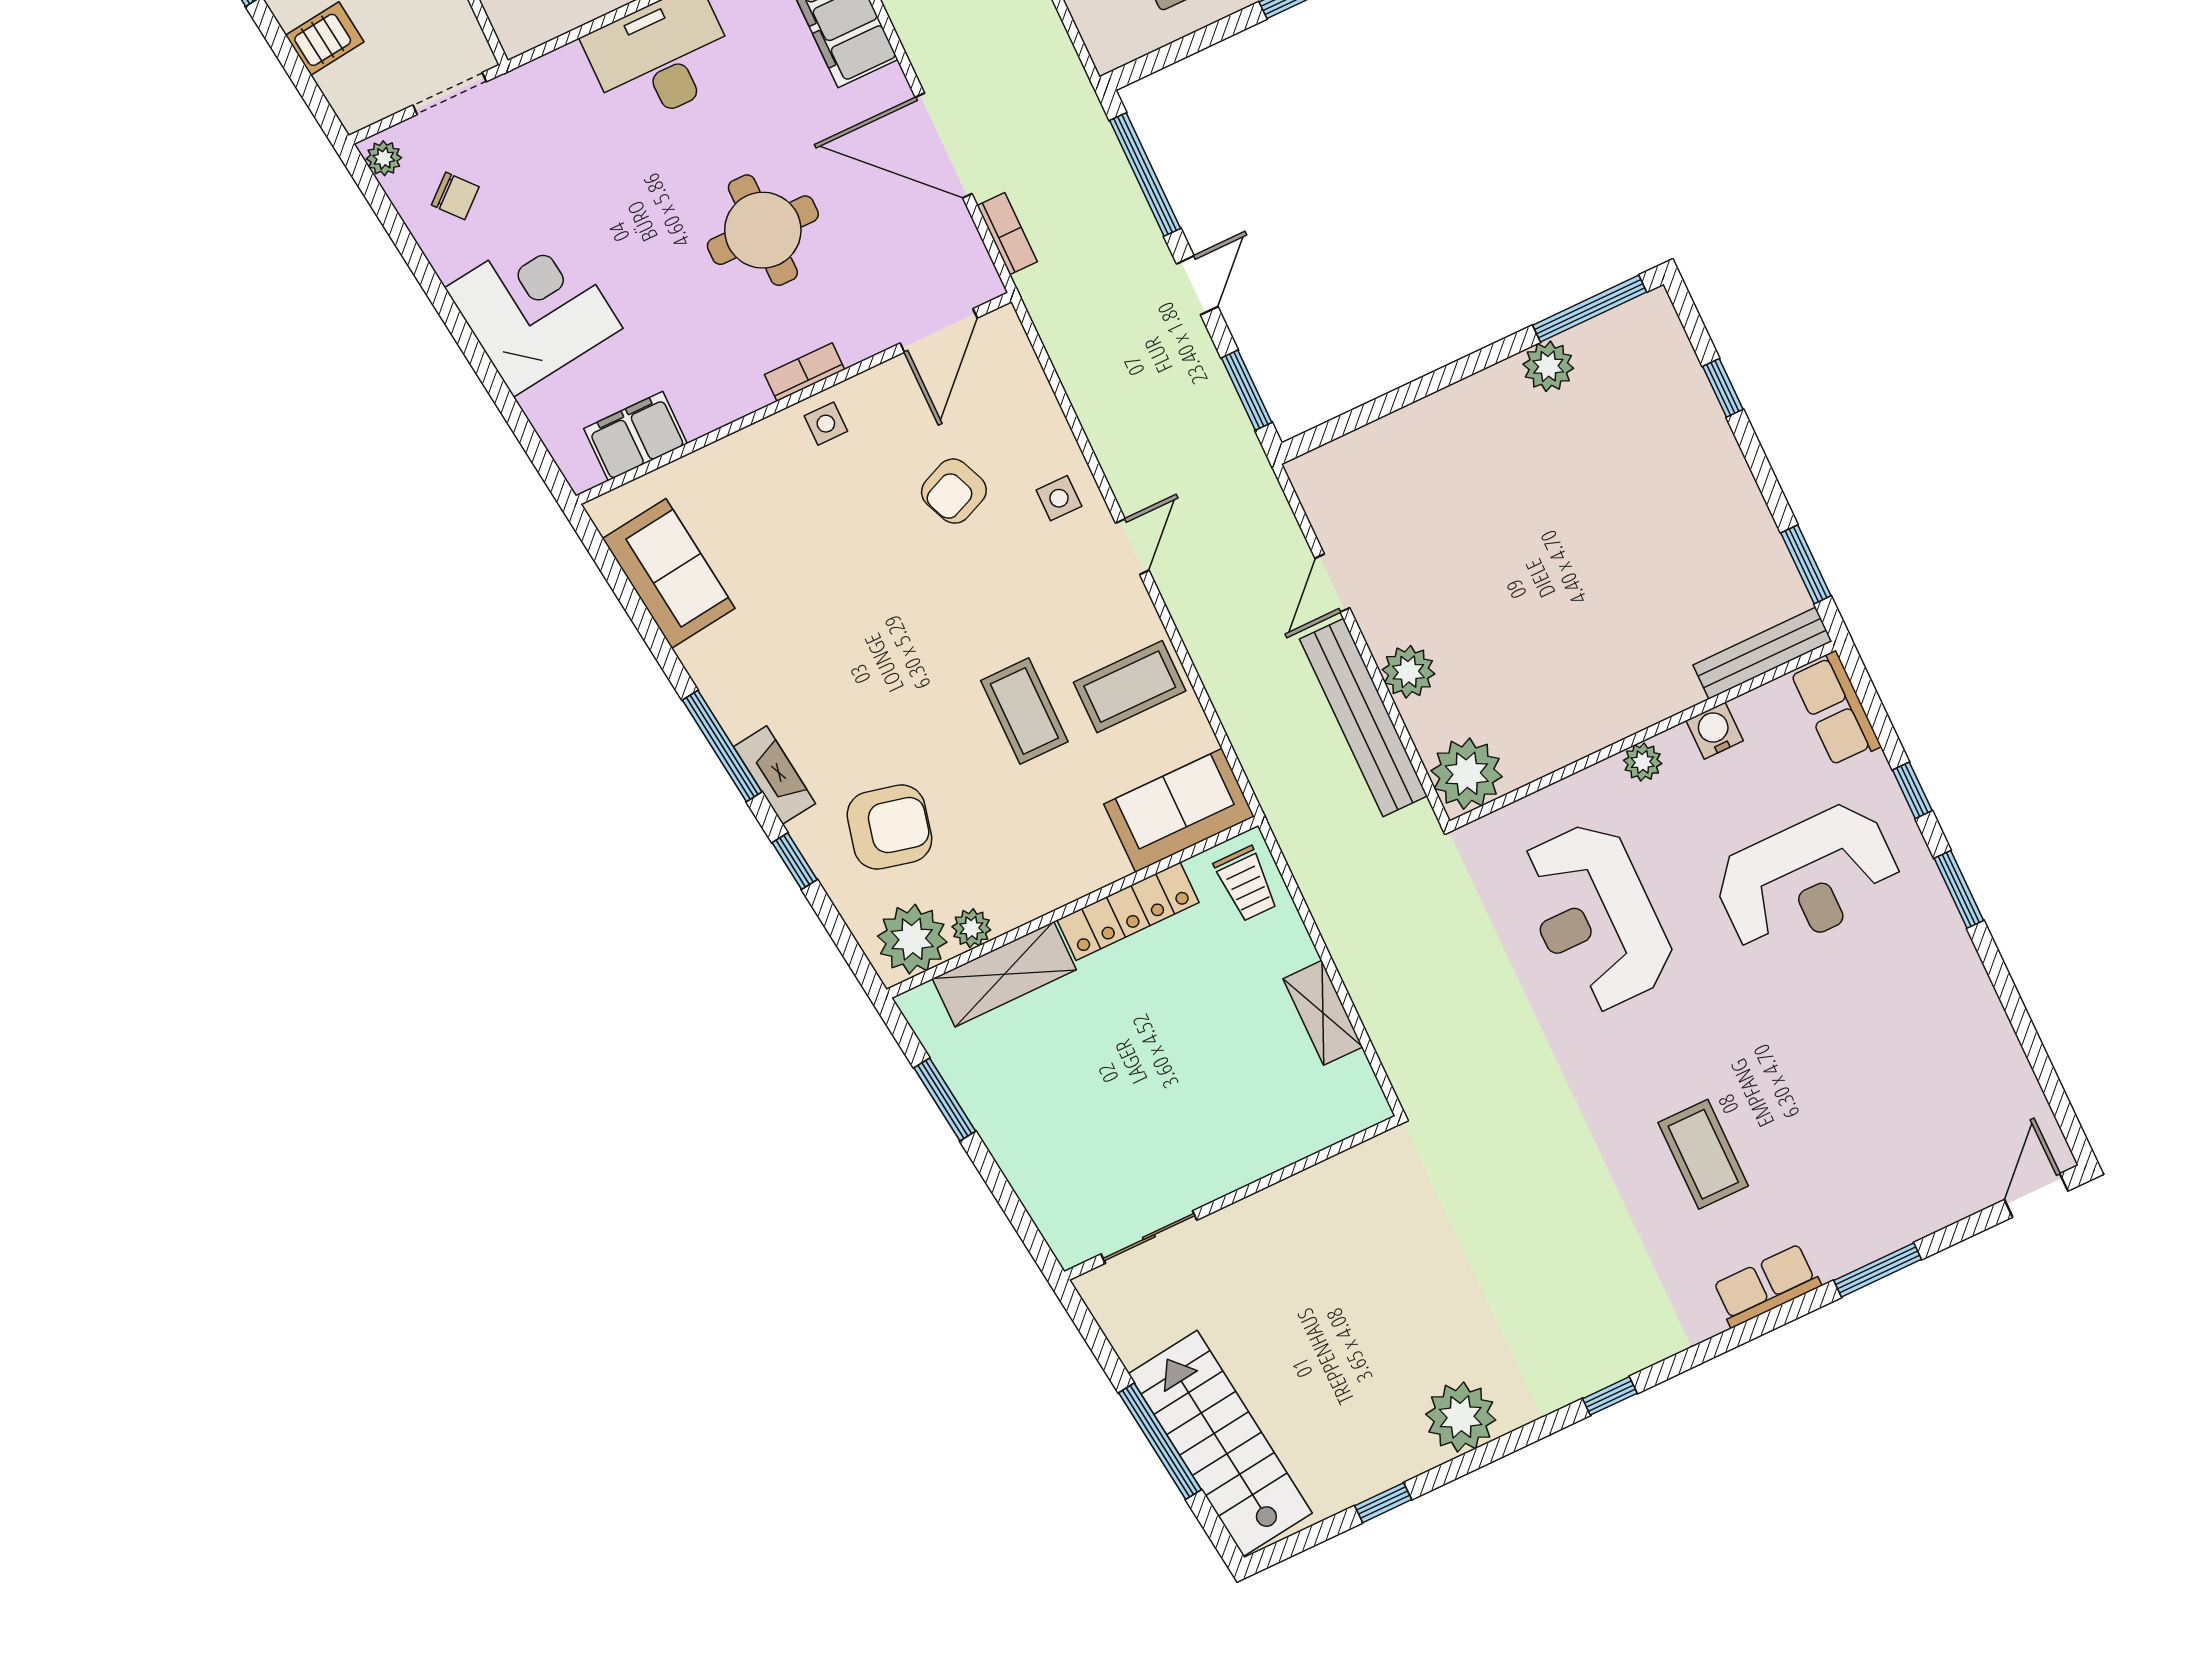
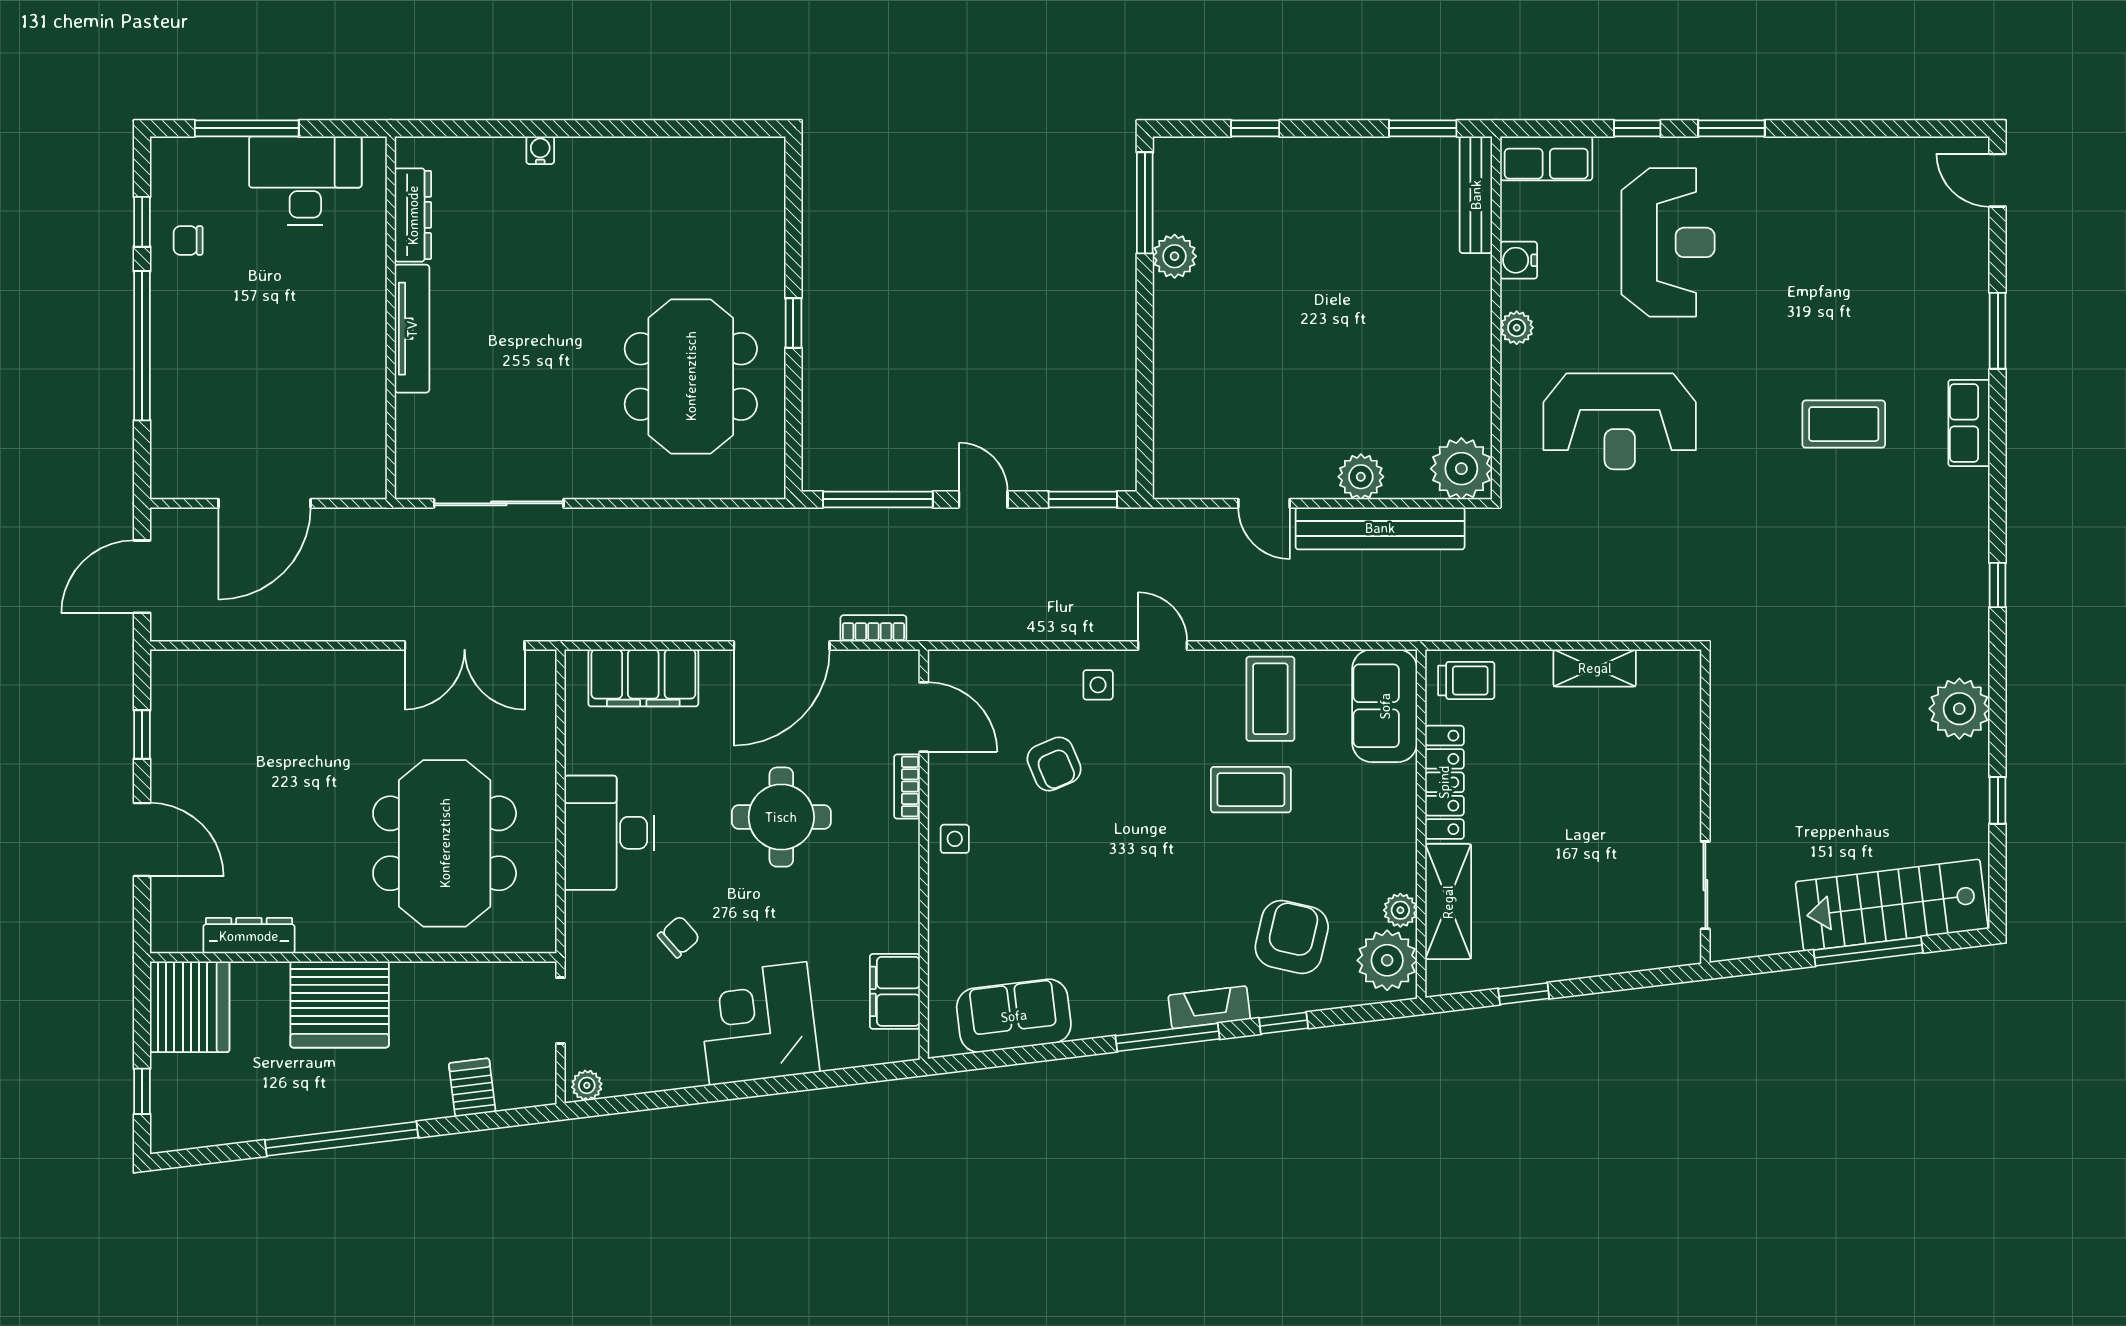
chair: (455, 196) -> (679, 937), moved
bookcase: (805, 372) -> (907, 787), moved
window: (945, 1099) -> (1524, 994), width x0.67

